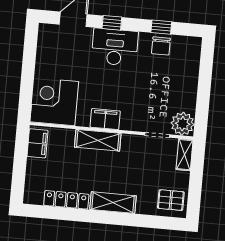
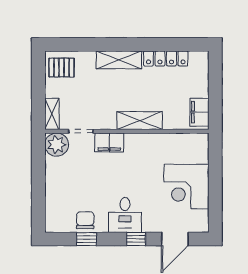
desk: (115, 47) -> (125, 215), width x0.73
corner desk: (54, 102) -> (186, 186), moved, turned 90
filing cabinet: (105, 119) -> (109, 142), moved

